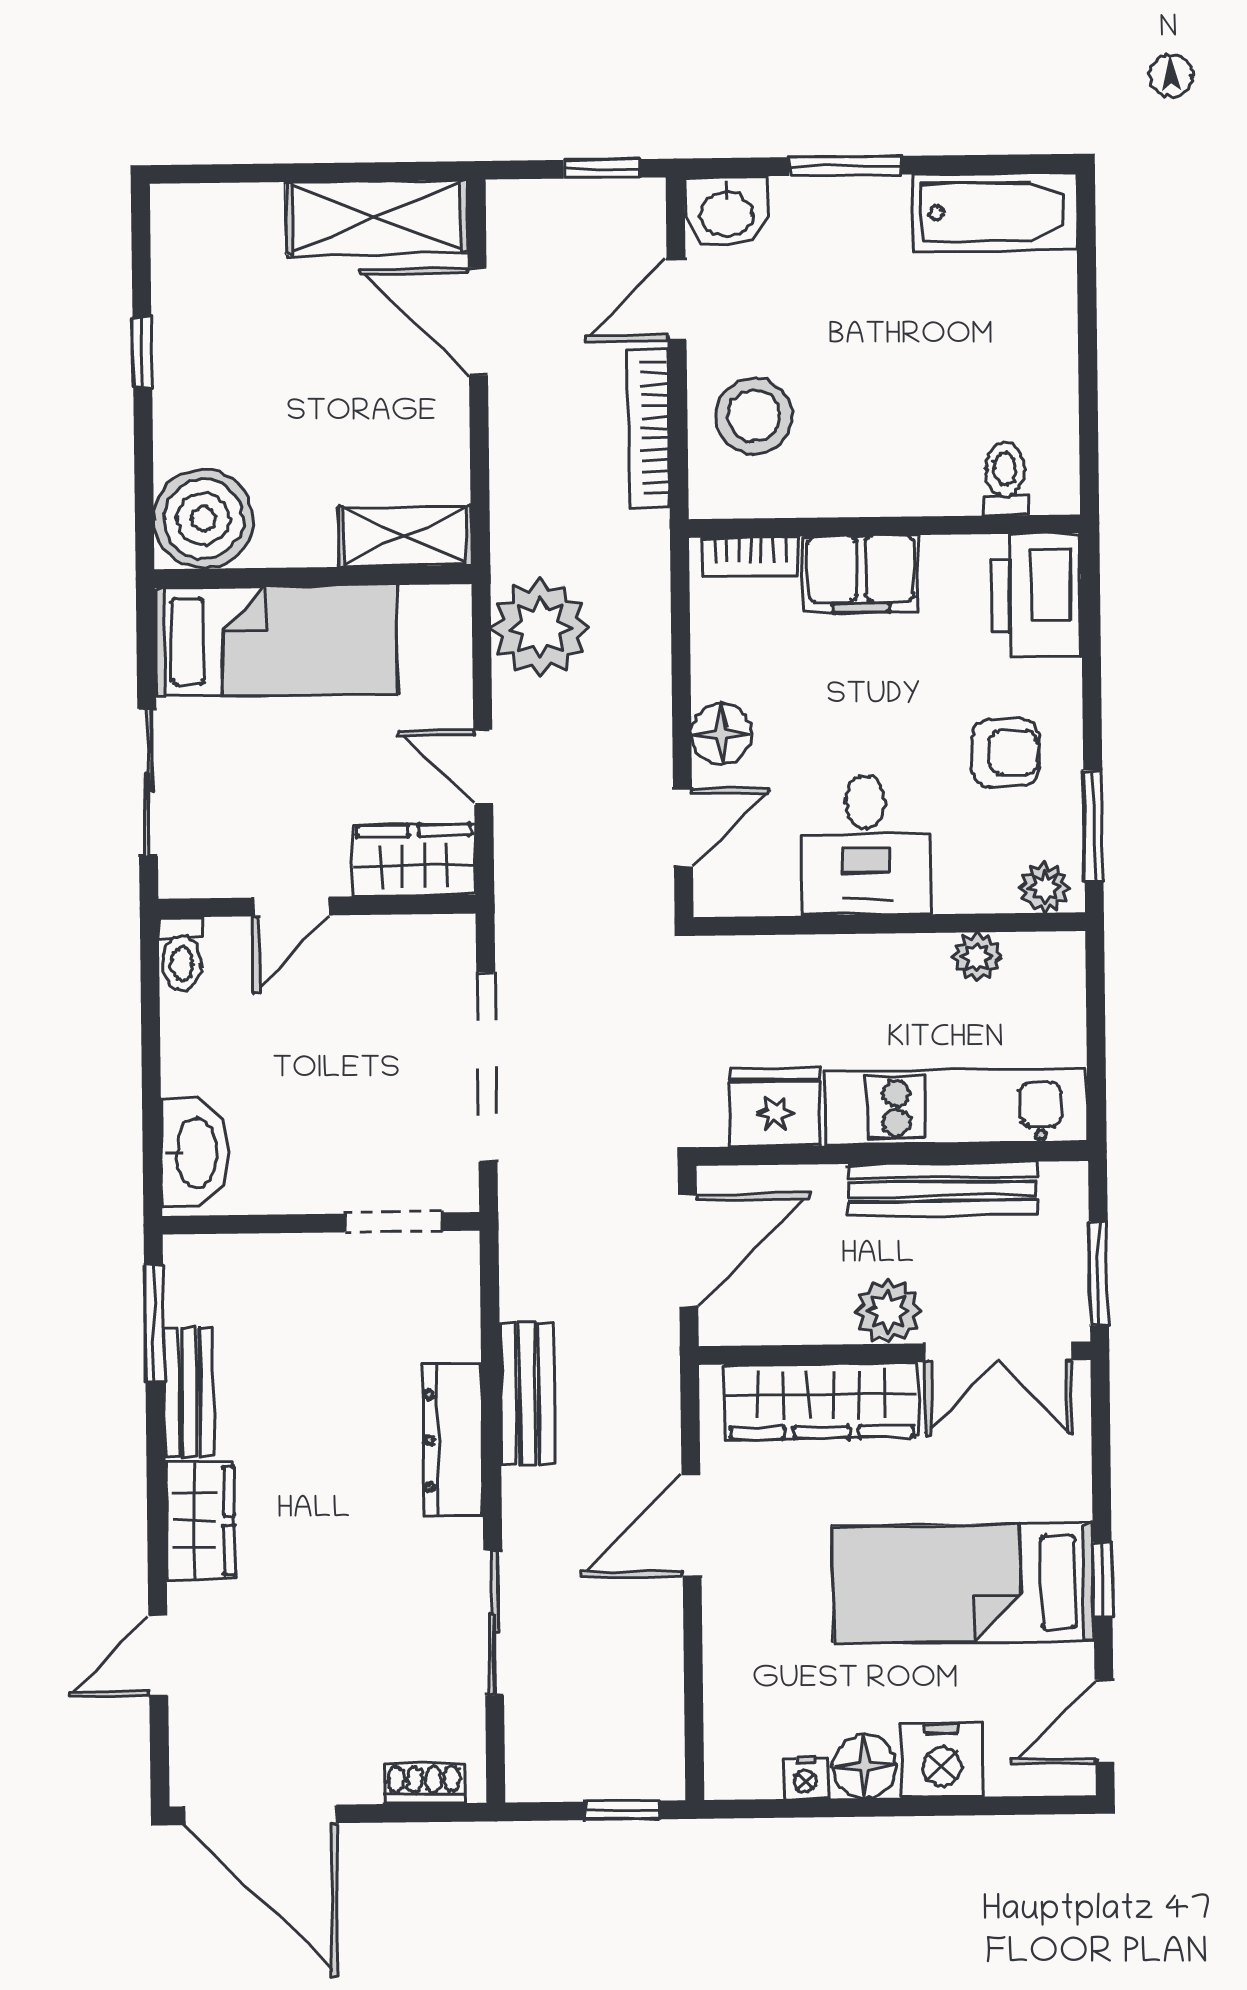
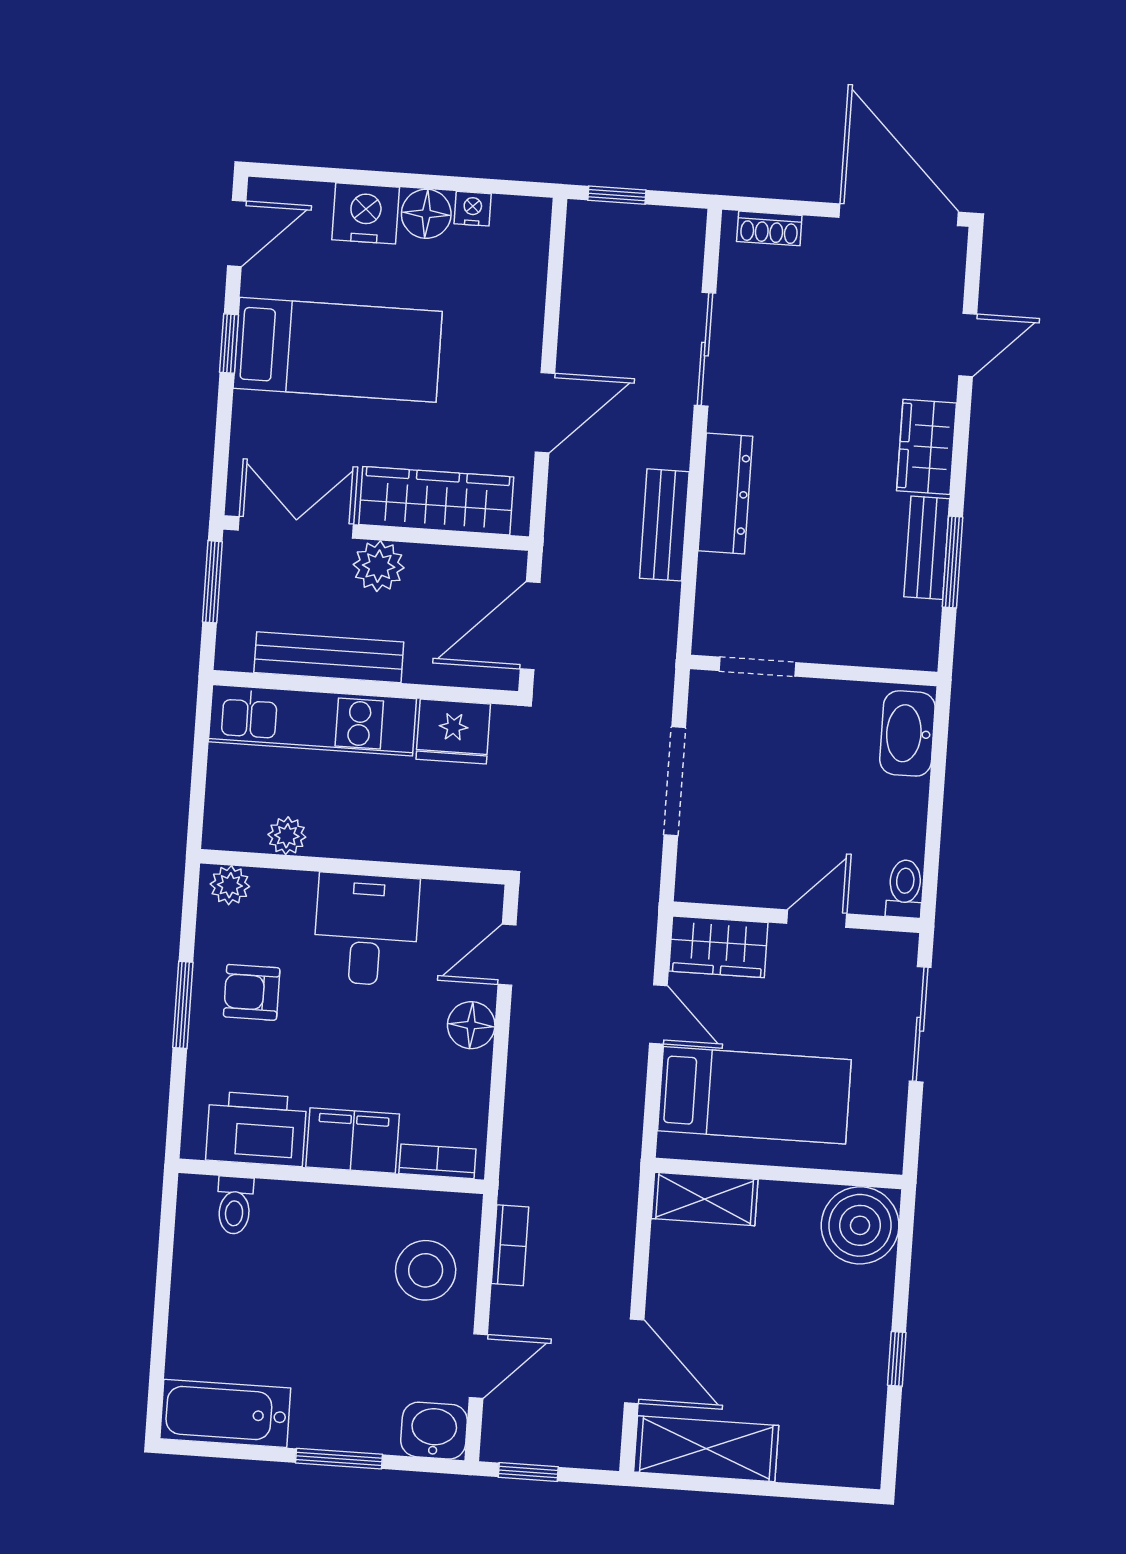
bookcase: (648, 428) -> (510, 1245), width x0.64
printer: (1037, 596) -> (256, 1129), moved, turned -90
plant: (540, 628) -> (605, 1119), removed
bed: (276, 641) -> (754, 1095), moved, turned 180
window: (1093, 826) -> (183, 1005), moved
doorway: (487, 1067) -> (675, 781), width x0.73
window: (154, 1323) -> (953, 562), moved

